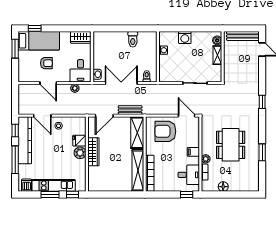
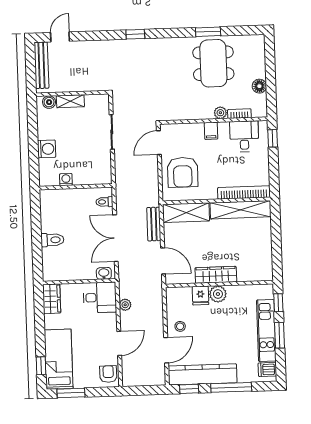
toilet: (133, 39) -> (52, 240), moved
armchair: (46, 63) -> (108, 374), moved
dining table: (231, 145) -> (213, 63), moved, turned 90

